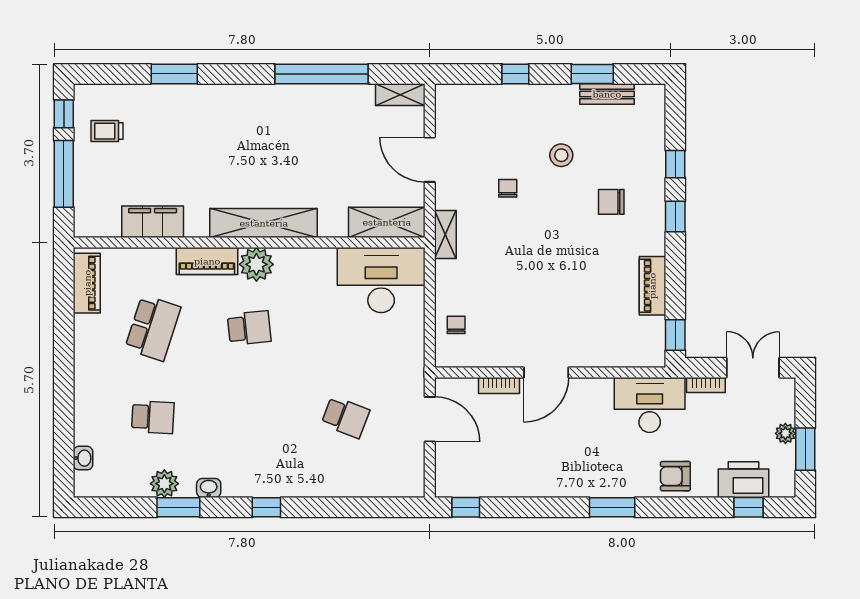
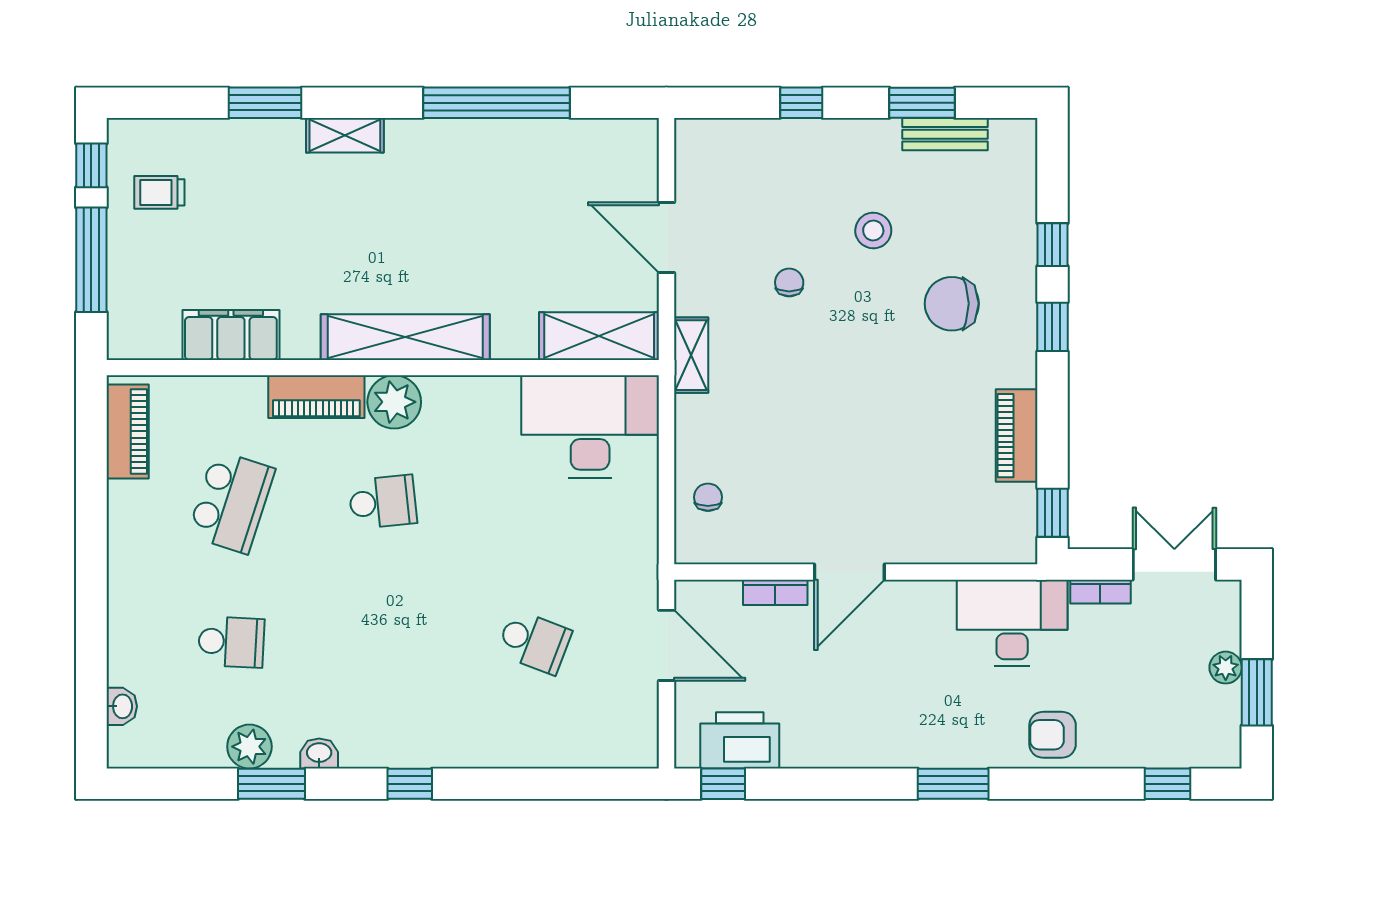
shelving: (400, 95) -> (345, 135), moved
chair: (611, 202) -> (952, 304), width x1.37, depth x1.37
printer: (743, 480) -> (740, 740), moved

